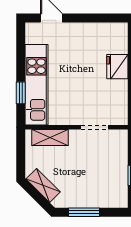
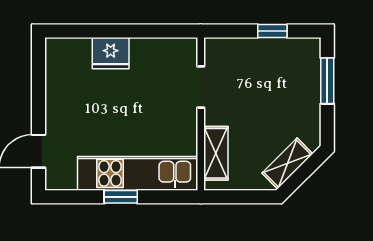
window: (21, 93) -> (121, 197), moved
window: (84, 212) -> (327, 81), moved

